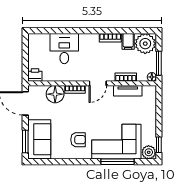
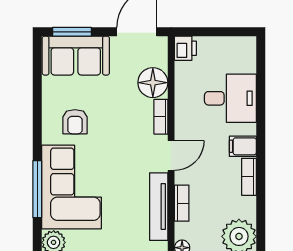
filing cabinet: (128, 41) -> (243, 146), moved
door: (98, 83) -> (171, 155), swing flipped
tv unit: (128, 91) -> (159, 207), width x1.41

